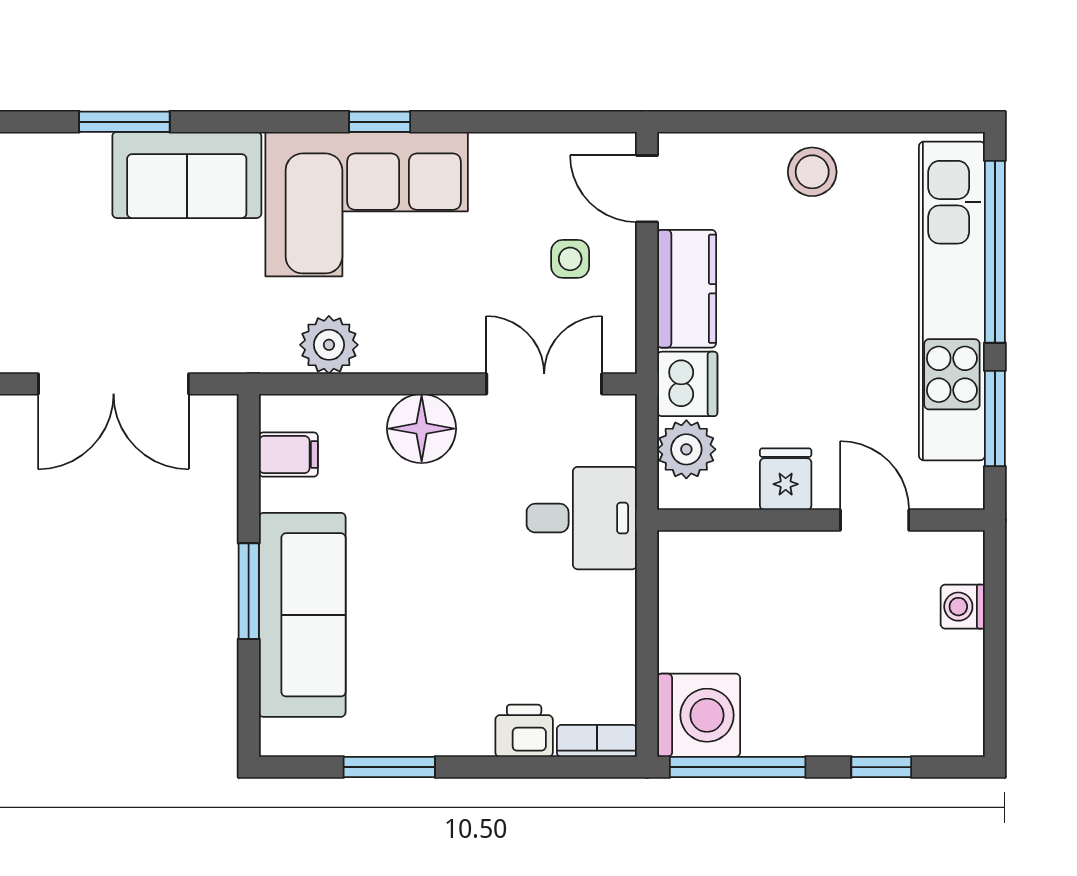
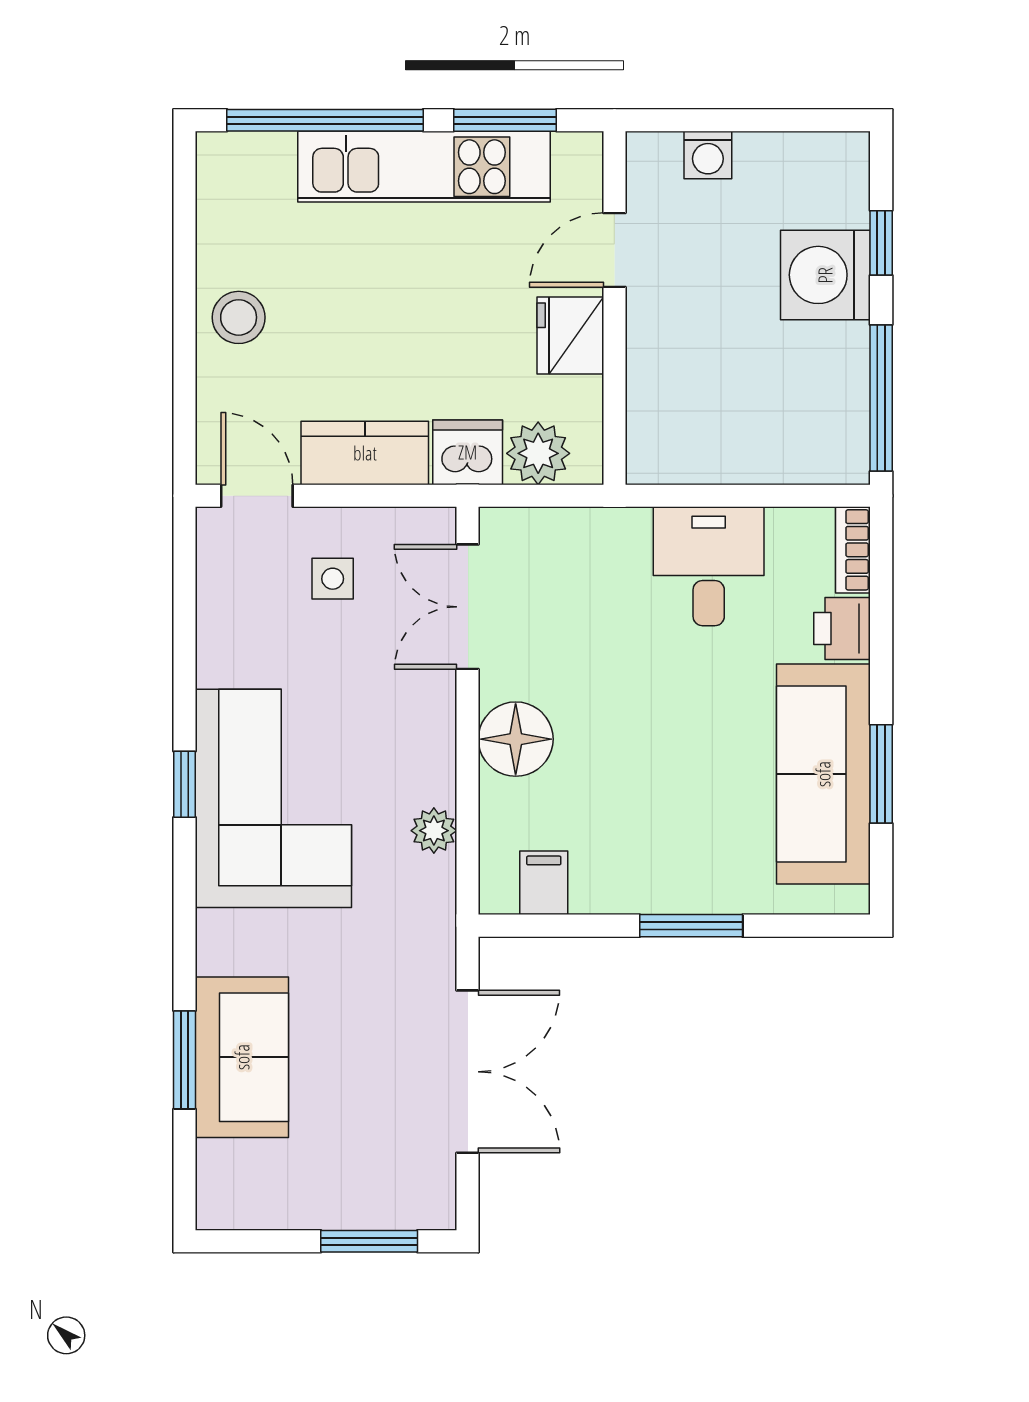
sofa: (187, 175) -> (242, 1057), moved
door: (647, 189) -> (257, 496), swing flipped
kitchen unit: (952, 301) -> (424, 167), width x0.73
plant: (329, 345) -> (434, 831), width x0.73, depth x0.73
fridge: (786, 479) -> (570, 335), width x1.38
desk: (582, 518) -> (709, 566), moved
sofa: (302, 615) -> (823, 774), moved, turned -90
washing machine: (699, 715) -> (825, 275), moved, turned -90

